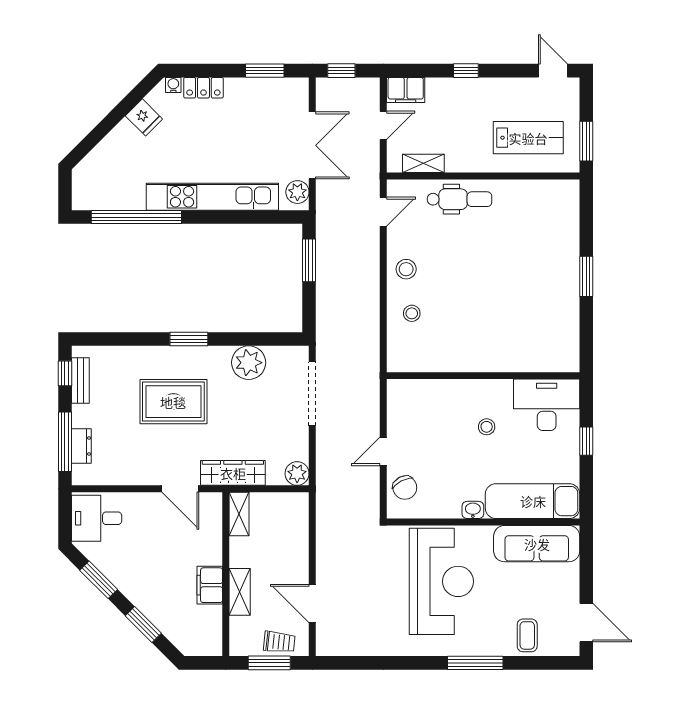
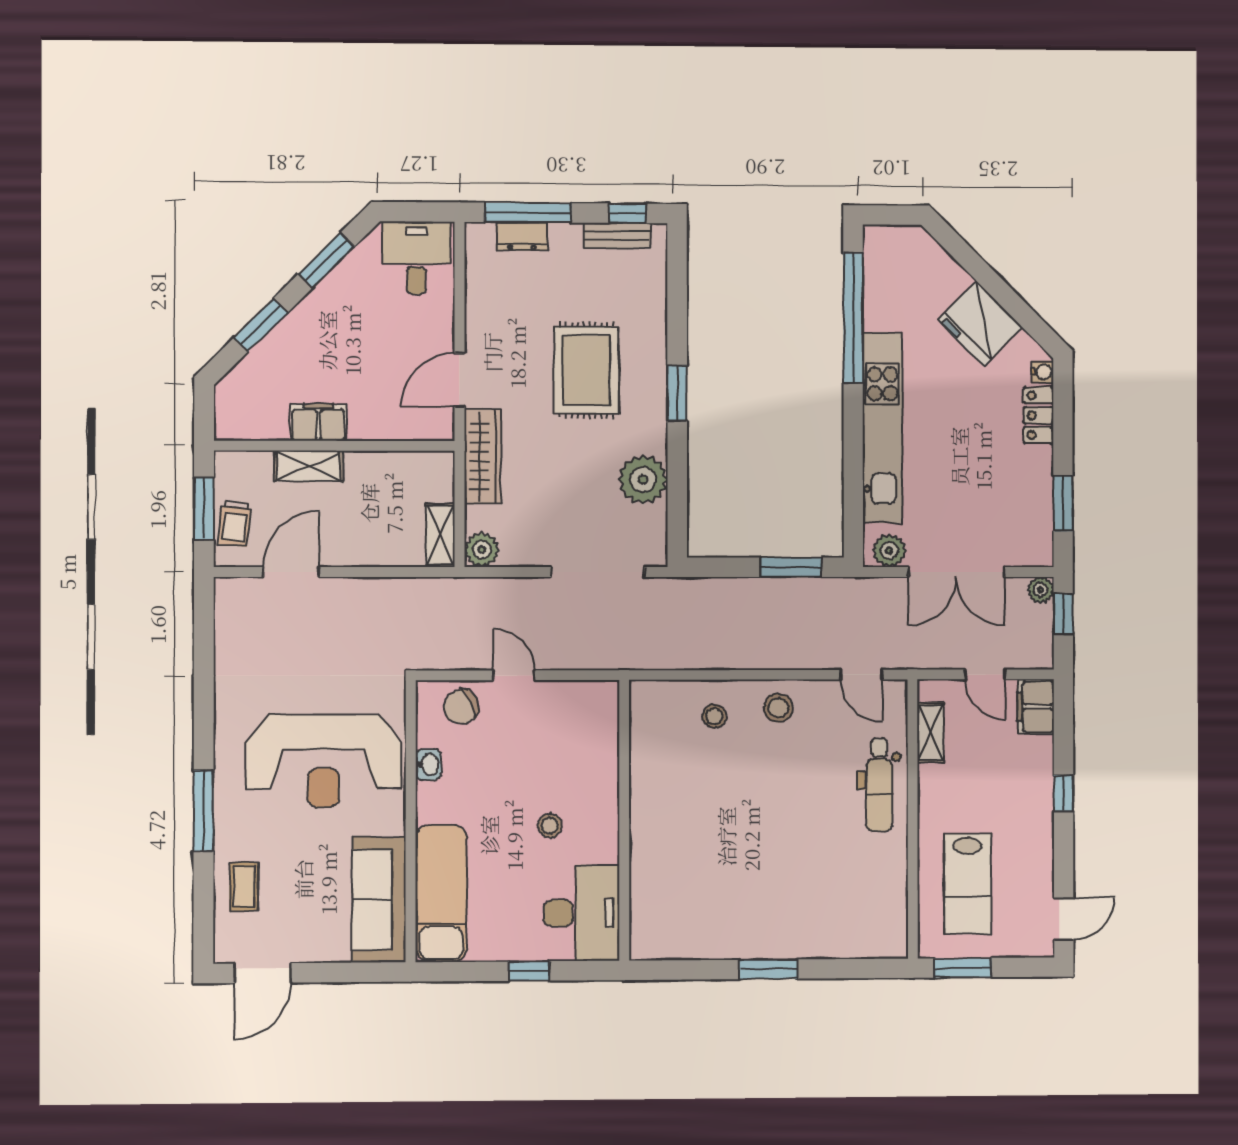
plant: (325, 86) -> (1041, 590), added
fridge: (144, 117) -> (980, 323), width x1.88, depth x1.34
washbasin: (473, 510) -> (428, 764), moved
shelving: (239, 514) -> (440, 535), moved, turned 90
coffee table: (527, 635) -> (244, 887), turned 90

